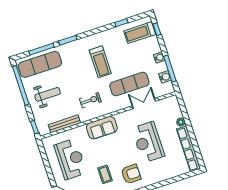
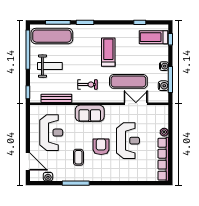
treadmill: (100, 62) -> (108, 52), turned 180
reception desk: (148, 142) -> (128, 141), turned 180
armchair: (131, 174) -> (101, 147), moved, turned -90

